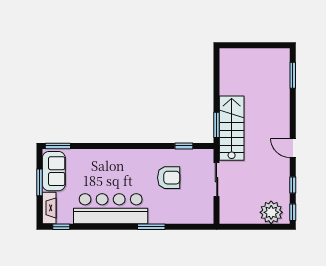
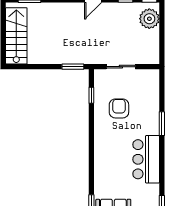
stairs: (232, 128) -> (16, 36), moved, turned 90
bar counter: (111, 209) -> (146, 159), width x0.73

